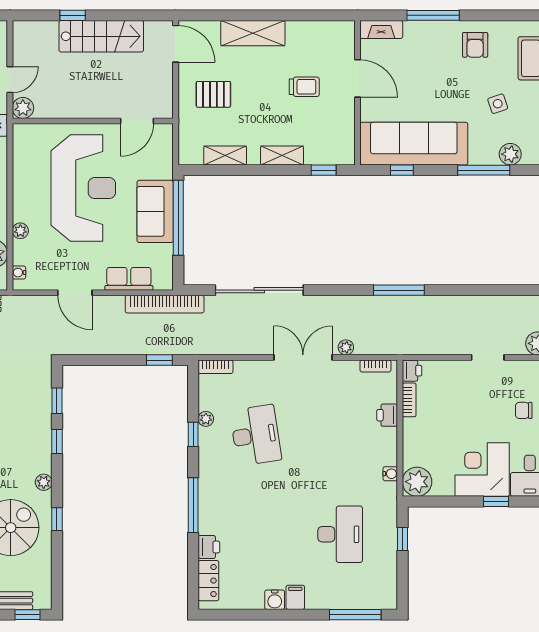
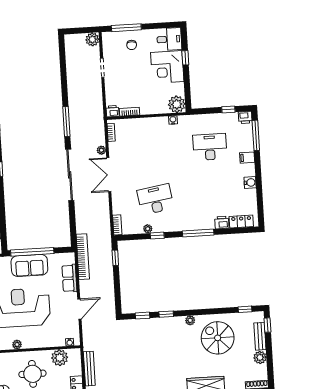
plant: (20, 231) -> (17, 345), moved
sliding door: (259, 290) -> (70, 175), moved
printer: (387, 415) -> (245, 117), moved
window: (57, 519) -> (245, 309), moved
window: (403, 539) -> (228, 110), moved
filing cabinet: (295, 597) -> (247, 158), moved

